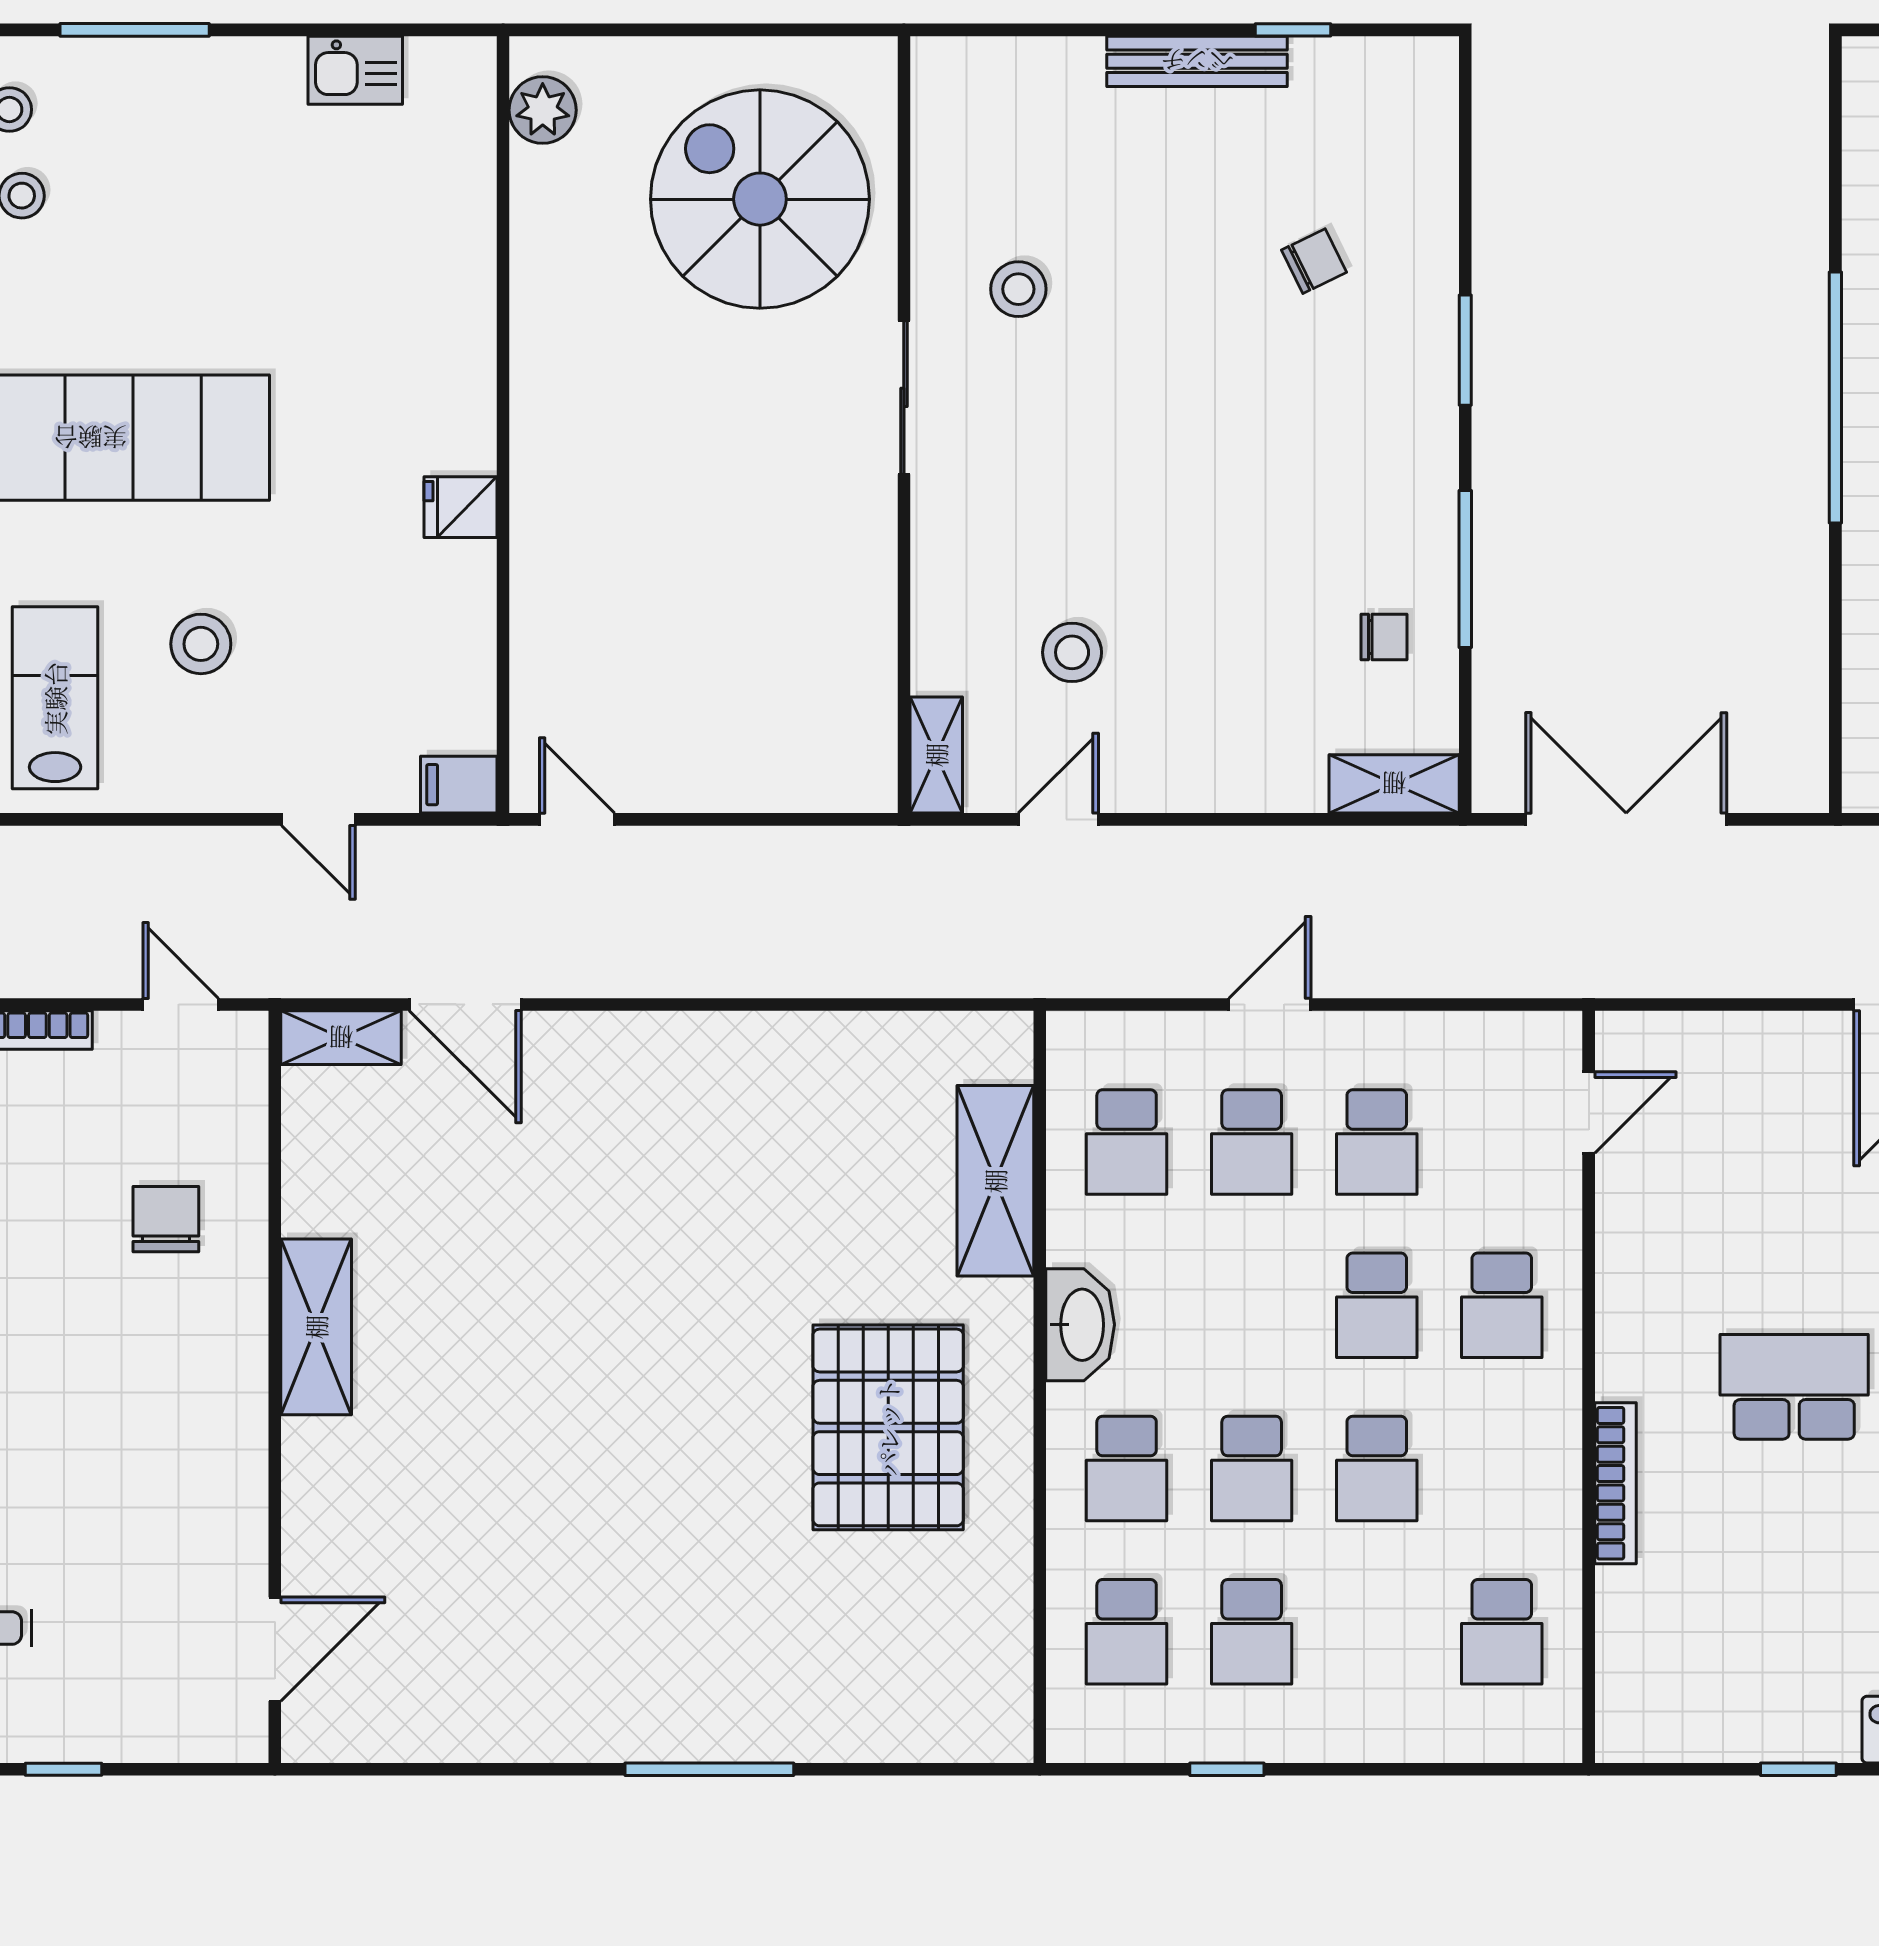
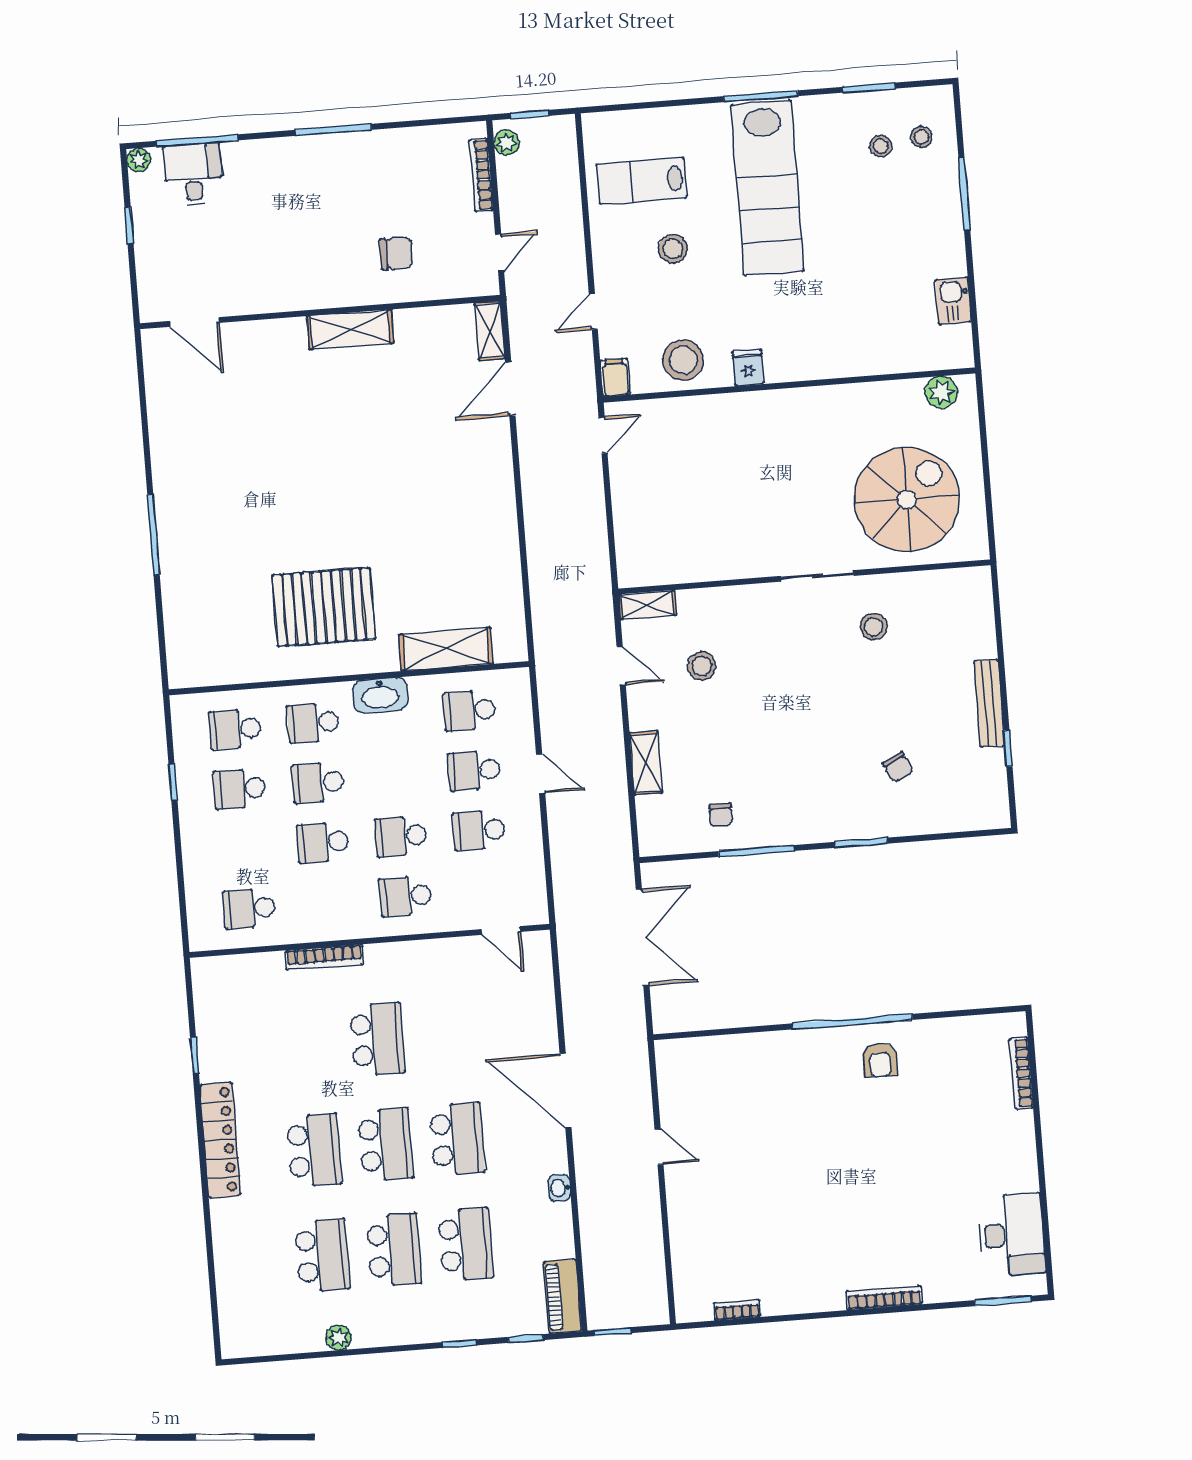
stool: (434, 641) -> (683, 360), added
lab bench: (55, 698) -> (642, 181), turned 180
shelving: (1394, 784) -> (646, 763), moved

